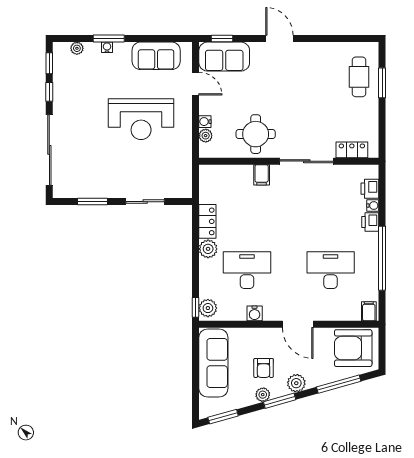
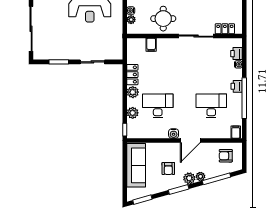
filing cabinet: (262, 175) -> (151, 45), moved
printer: (370, 222) -> (237, 86), moved
plant: (208, 308) -> (133, 113), moved
water cooler: (255, 313) -> (174, 134), moved
door: (298, 324) -> (190, 140), hinge flipped
armchair: (353, 348) -> (226, 156), width x0.53, depth x0.53
plant: (263, 395) -> (200, 176), moved

